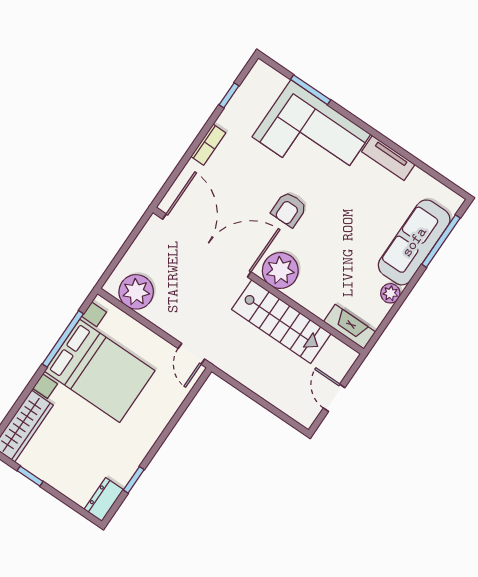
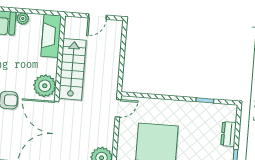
fireplace: (350, 327) -> (51, 36), width x1.37, depth x1.32
dresser: (104, 500) -> (229, 134), moved, turned 90

